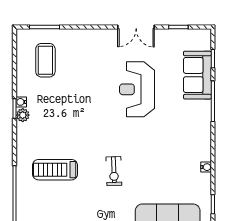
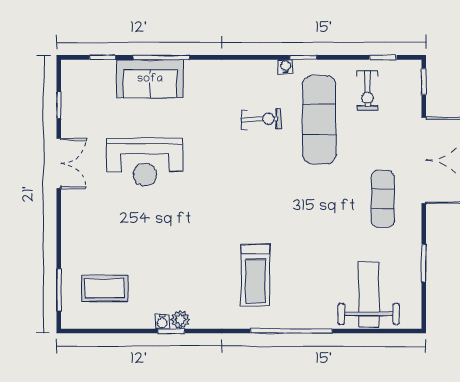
sofa: (197, 75) -> (150, 79), moved
water cooler: (206, 167) -> (286, 67), moved
exercise bike: (114, 171) -> (261, 119), moved

